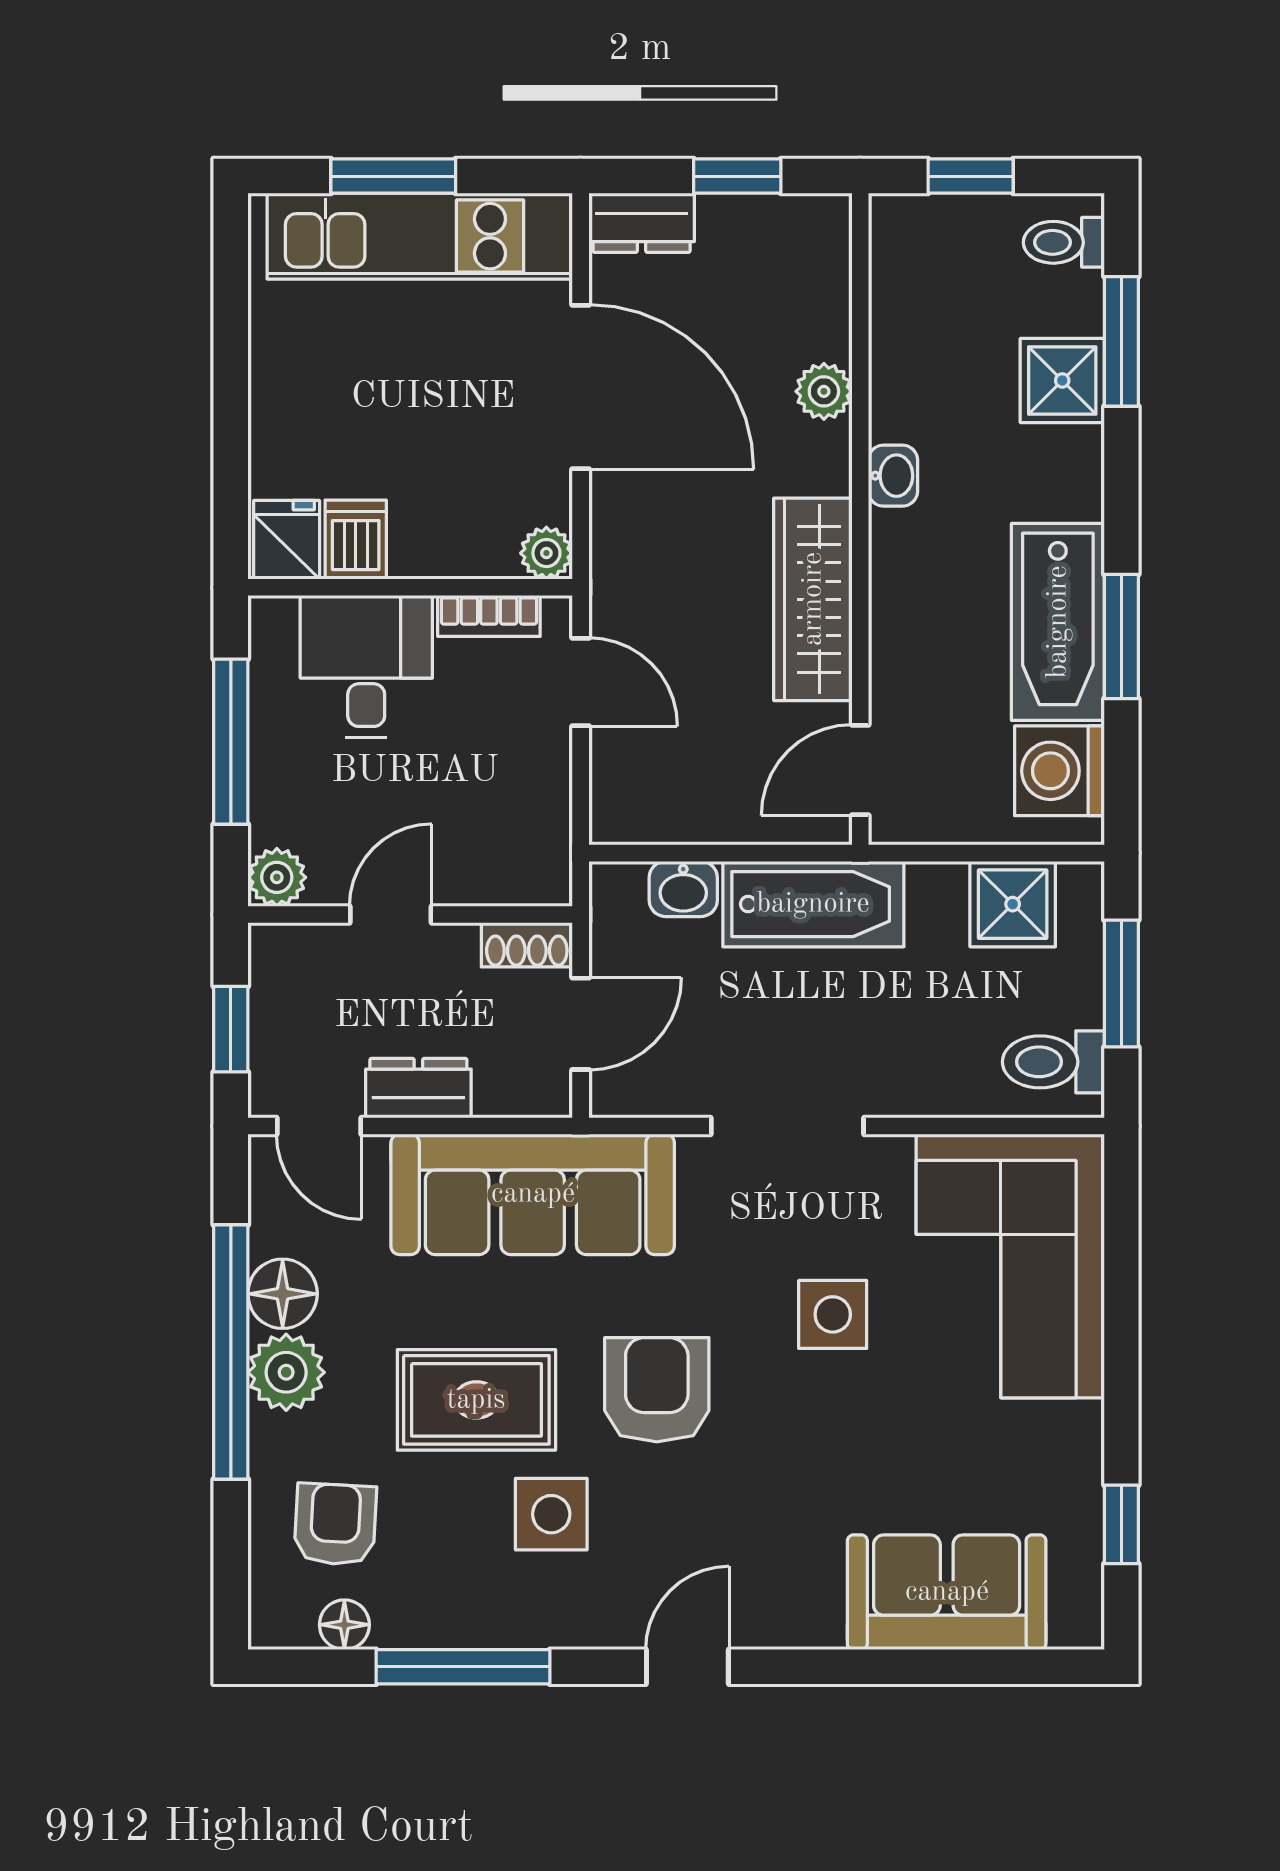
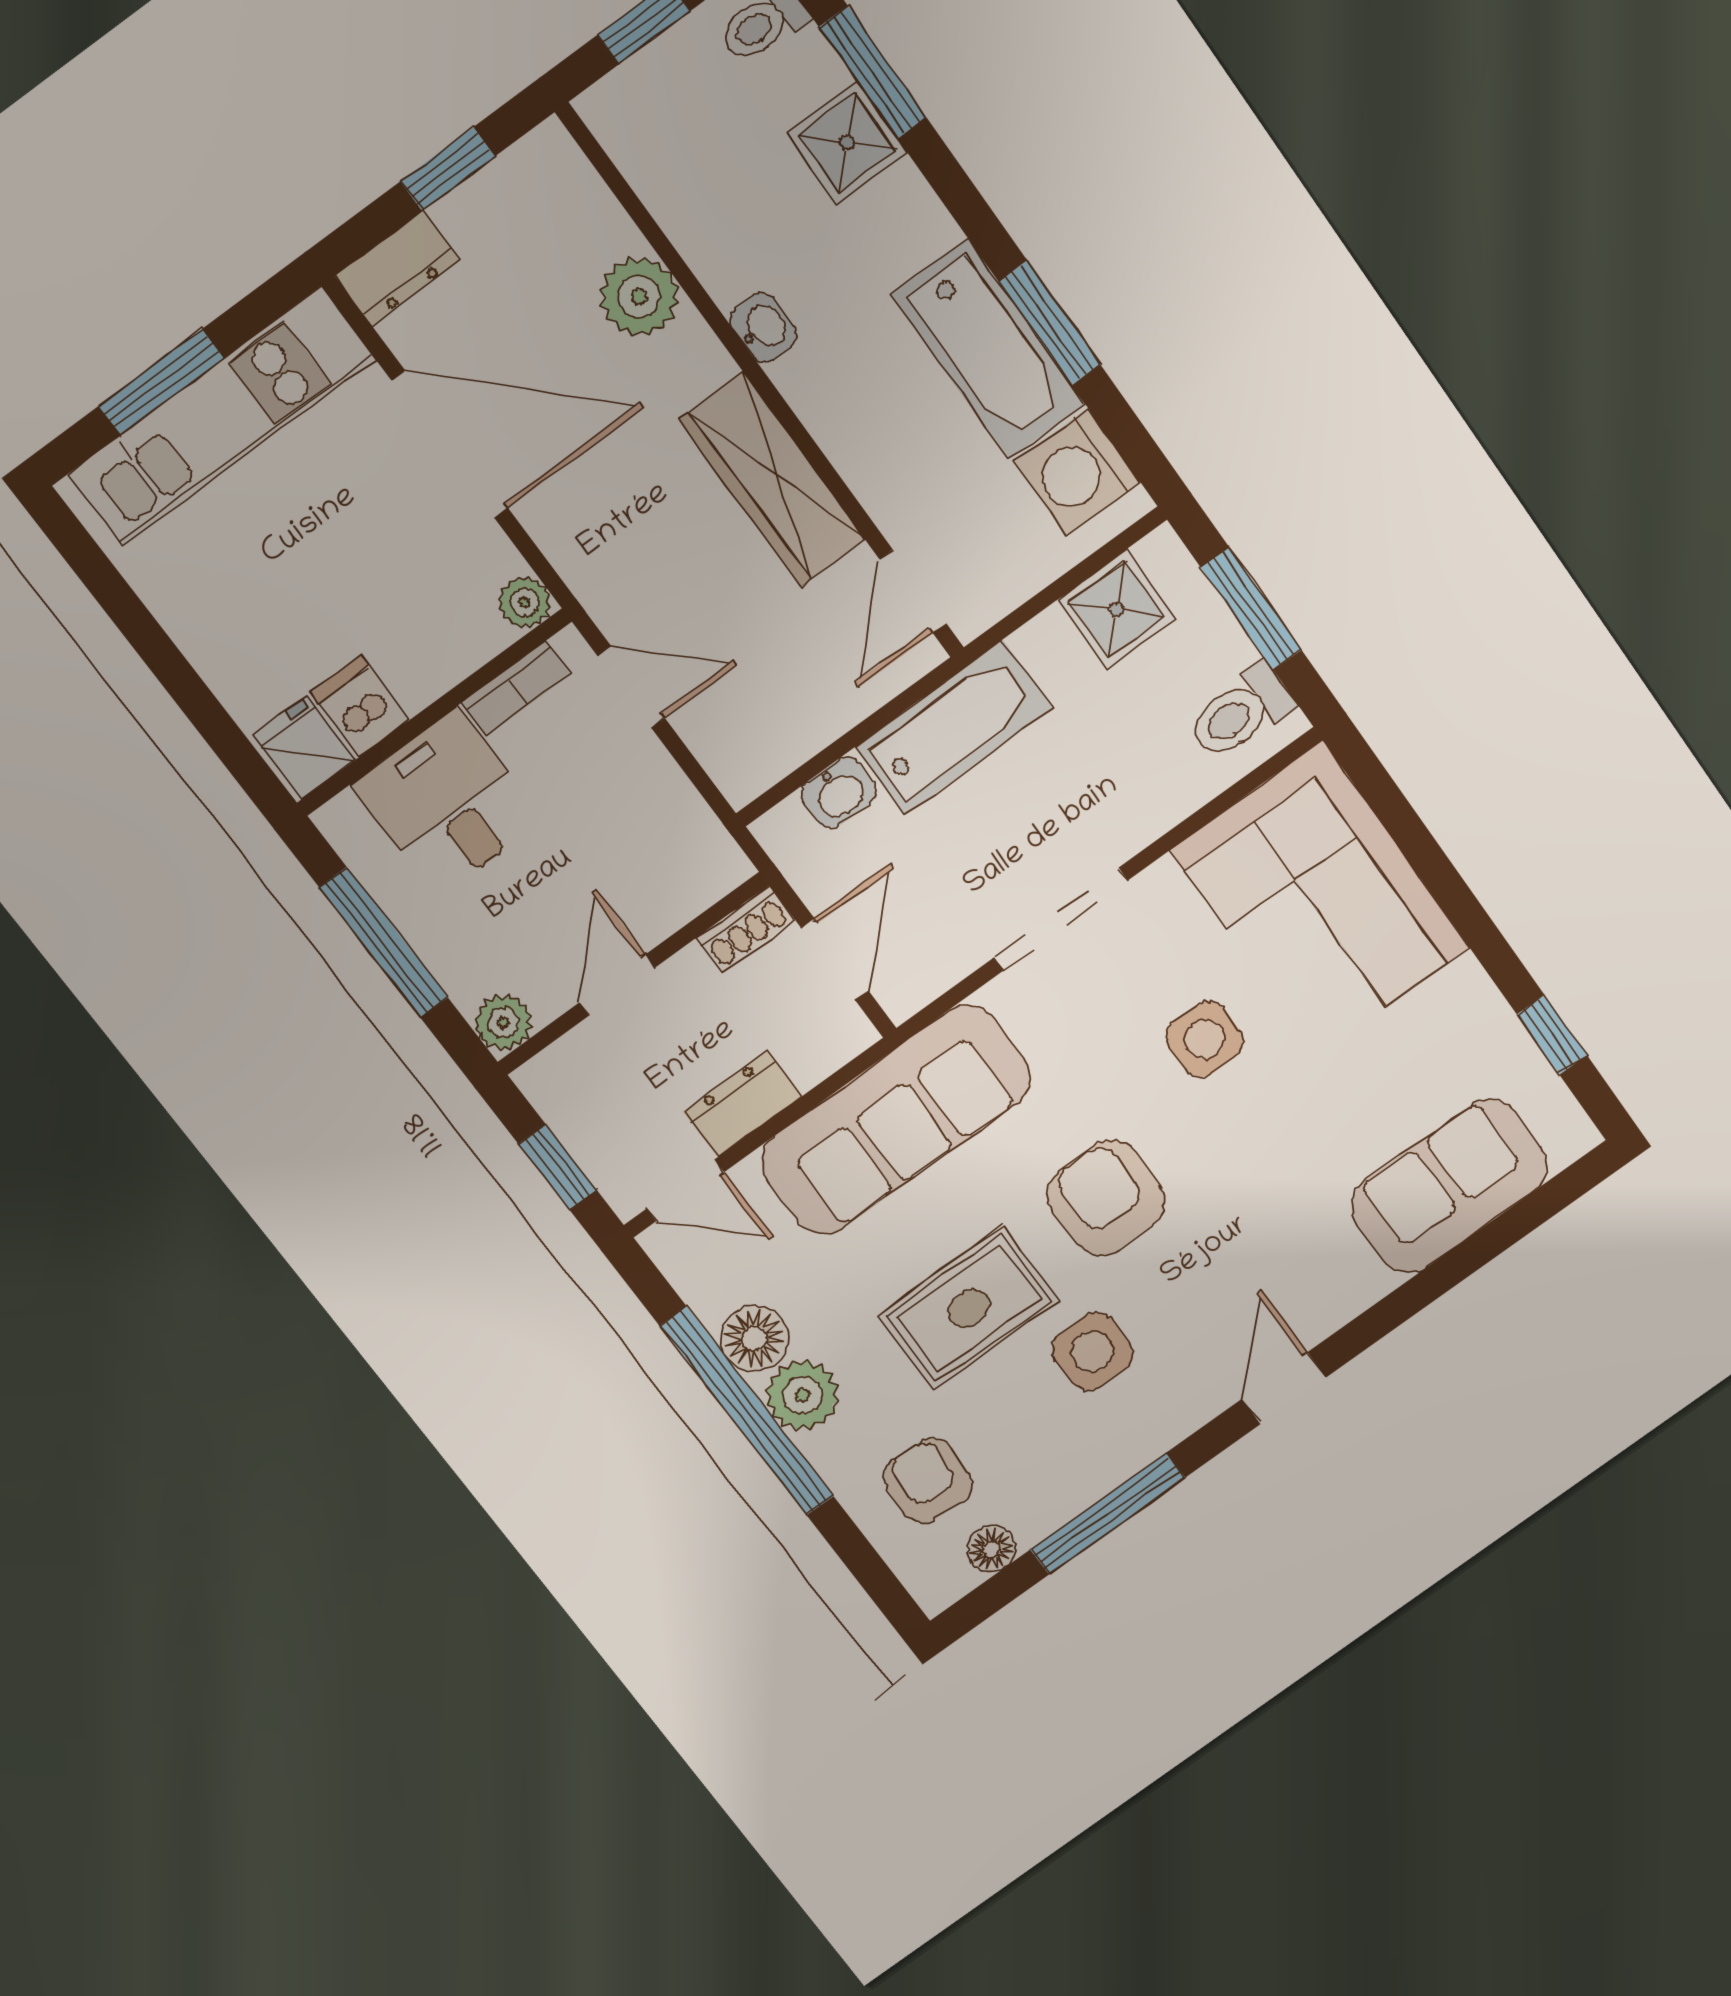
plant: (824, 391) -> (639, 297), width x1.38, depth x1.38

